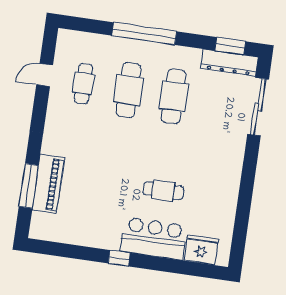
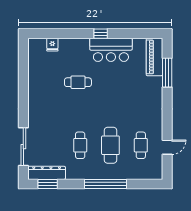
cafe table: (174, 97) -> (80, 145), width x0.73, depth x0.74
piano: (48, 184) -> (154, 57), moved
bar counter: (154, 238) -> (111, 50), moved
fridge: (201, 250) -> (52, 45), width x0.53, depth x0.75

